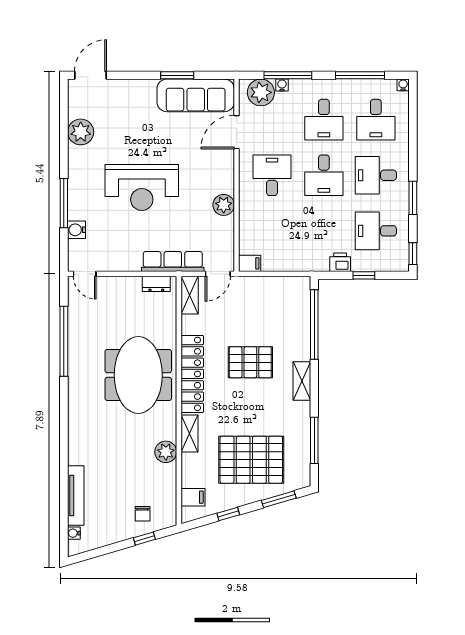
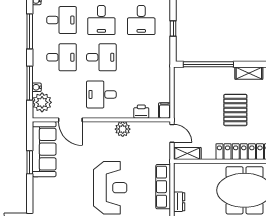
row of seats: (173, 262) -> (163, 187), moved
printer: (340, 262) -> (141, 112), moved, turned 90
dresser: (156, 284) -> (179, 202), moved

